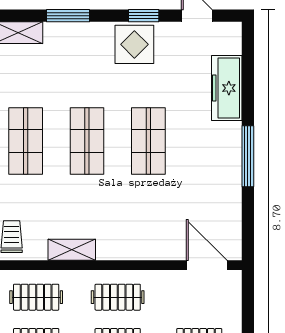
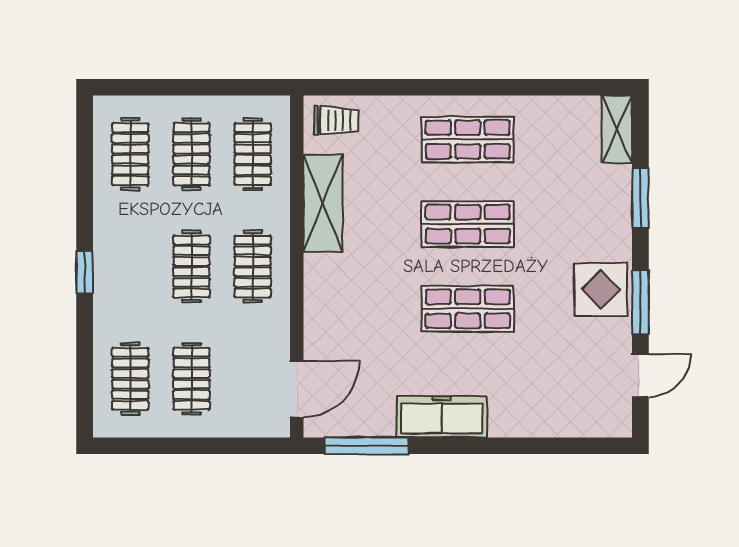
window: (144, 16) -> (640, 302), width x1.50
freezer: (227, 88) -> (442, 417), moved
window: (248, 156) -> (367, 446), moved
shelving: (72, 250) -> (323, 203), width x1.50, depth x1.33

